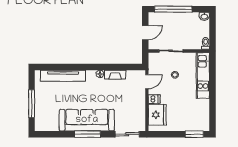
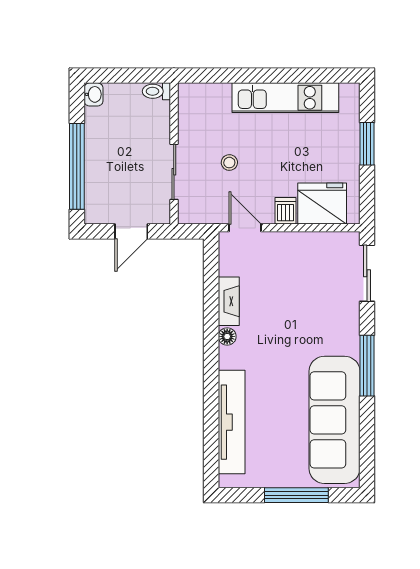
door: (145, 33) -> (131, 231), swing flipped
kitchen unit: (203, 75) -> (285, 98), moved
sofa: (87, 120) -> (334, 420), moved
window: (194, 134) -> (367, 144), moved

